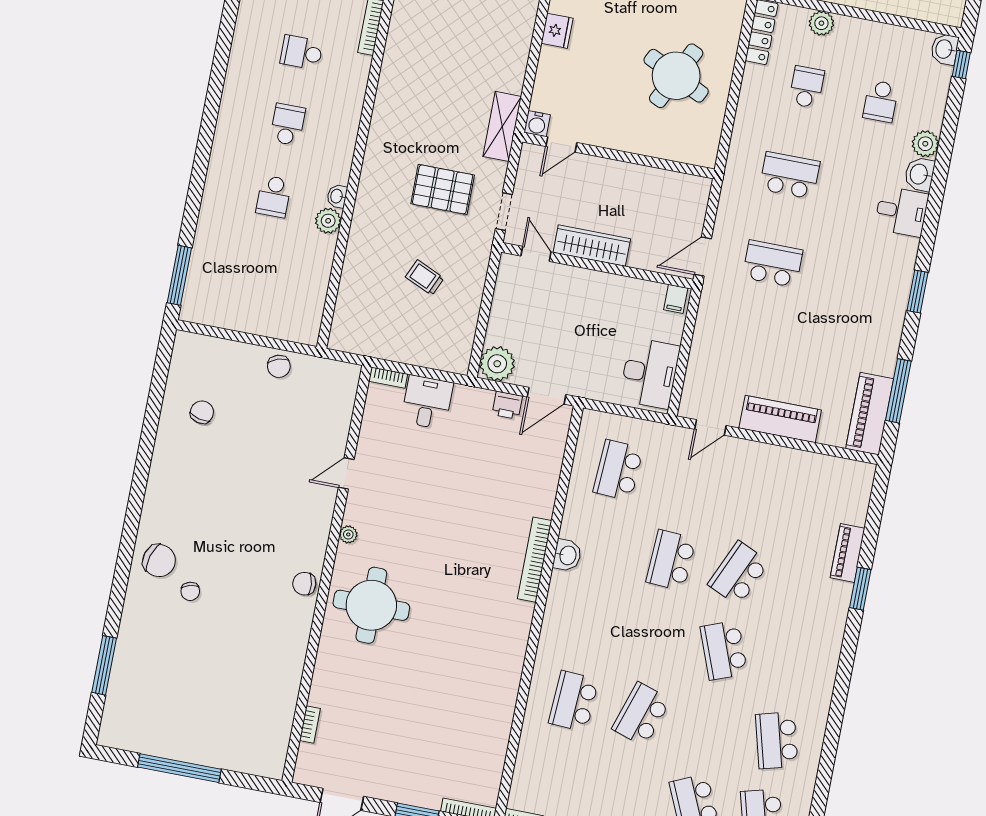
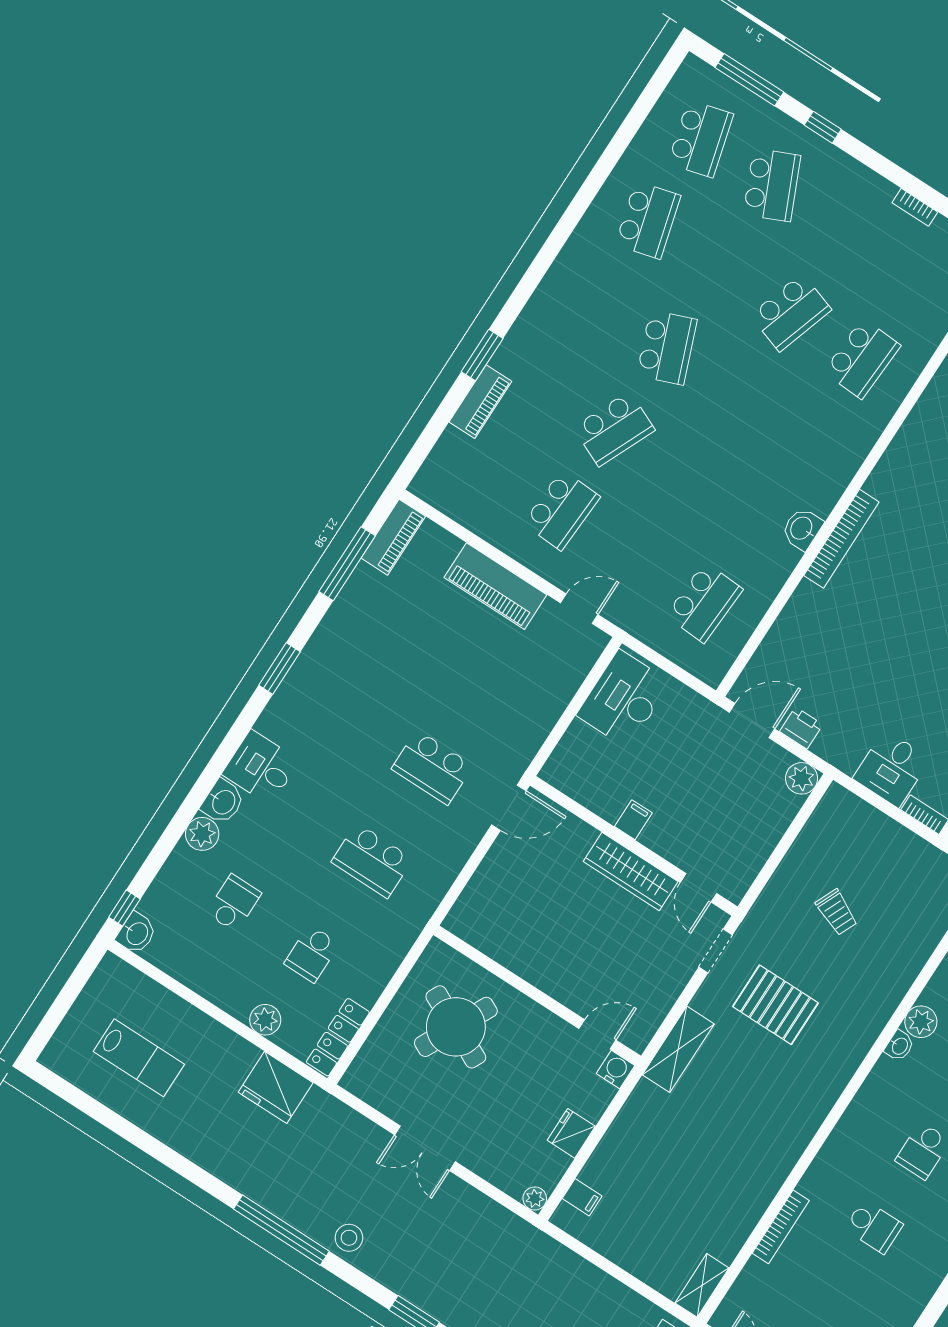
water cooler: (537, 124) -> (616, 1069), moved
door: (561, 145) -> (597, 1034), moved
wall: (618, 156) -> (537, 995), moved
filing cabinet: (676, 299) -> (633, 820), moved
plant: (497, 364) -> (802, 778), width x0.73, depth x0.73
piano: (870, 414) -> (393, 537), width x0.73, depth x0.75
school desk: (671, 560) -> (562, 510), moved

